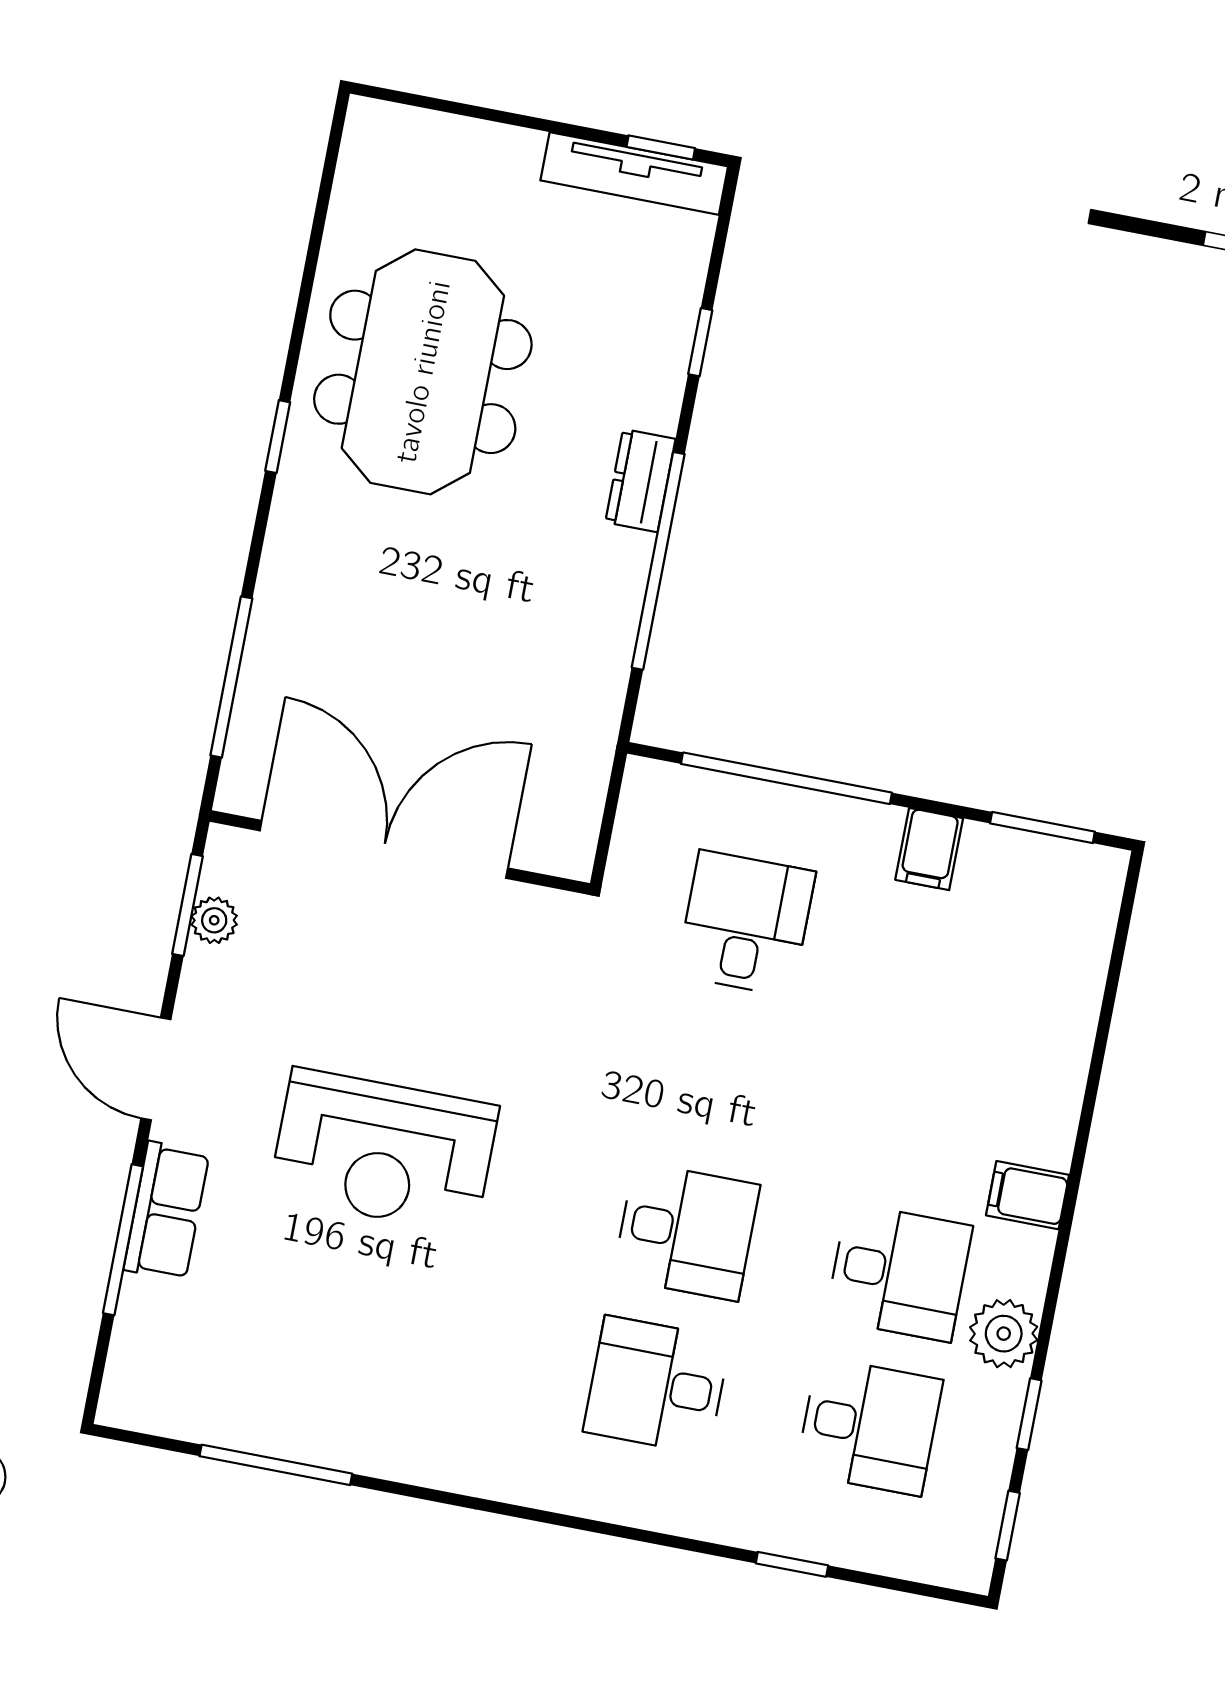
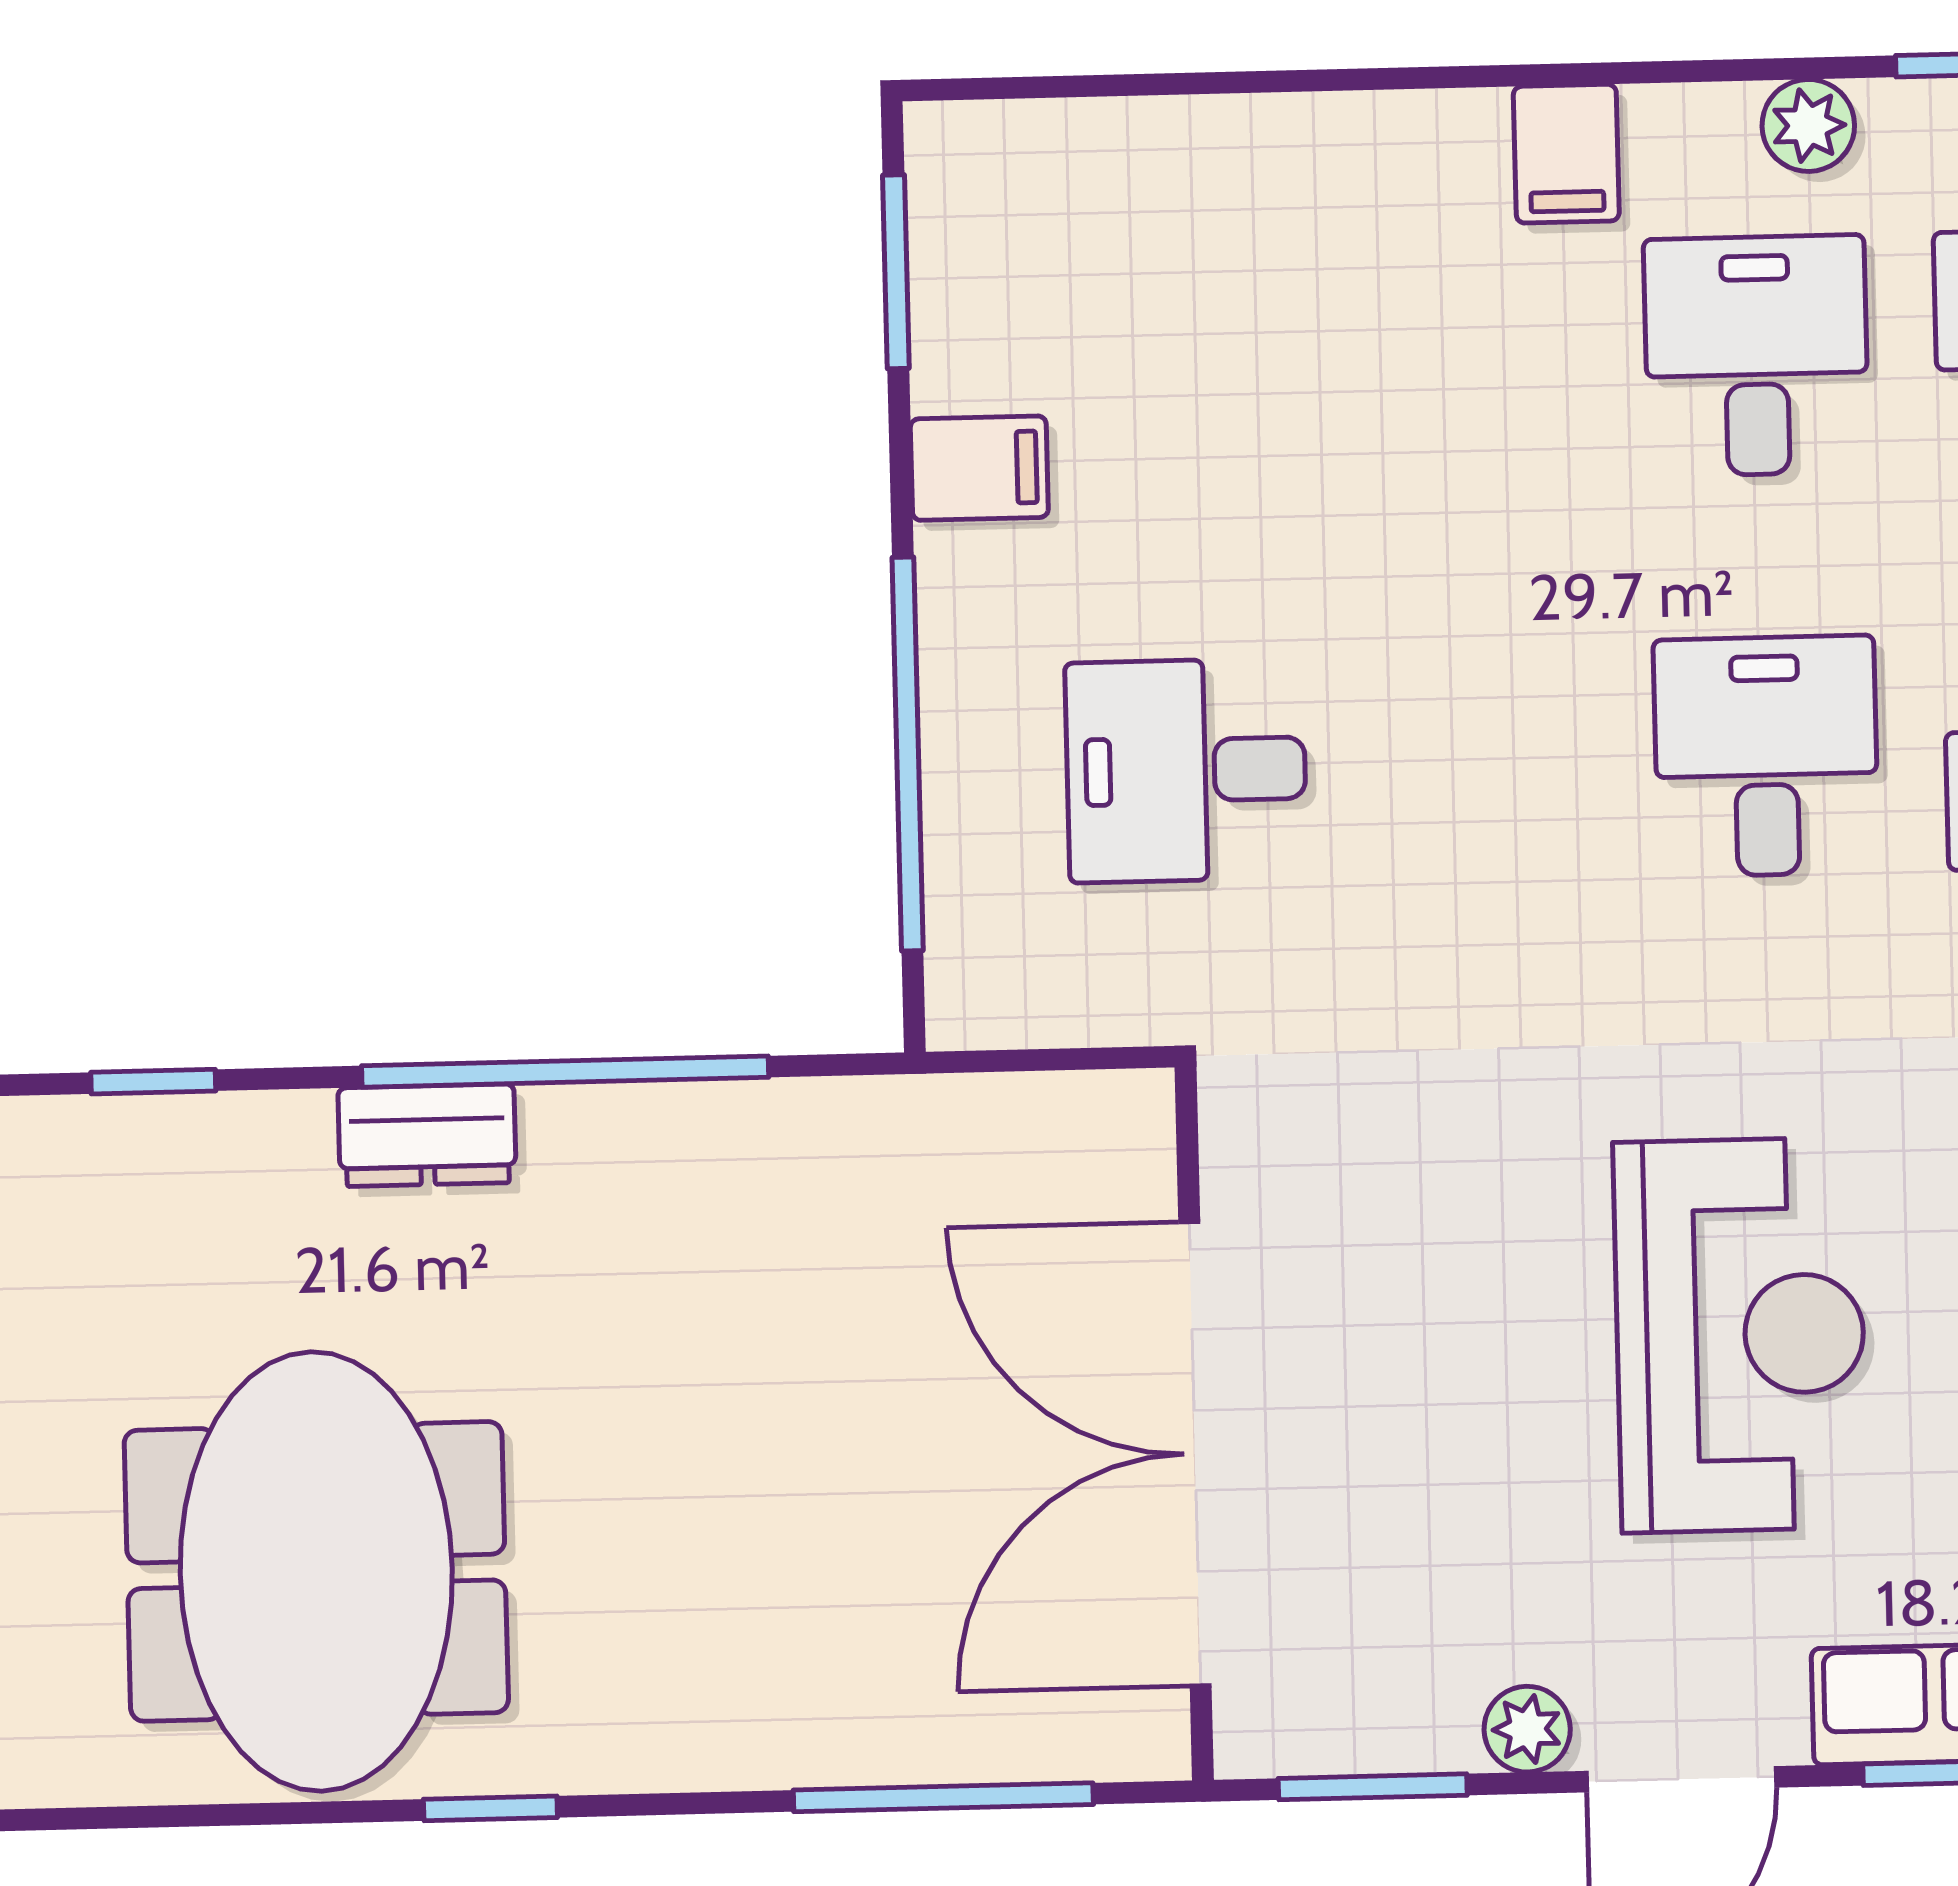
meeting table: (423, 372) -> (316, 1571), turned 90
plant: (214, 920) -> (1527, 1729), moved
plant: (1004, 1334) -> (1808, 125), width x0.73, depth x0.73

